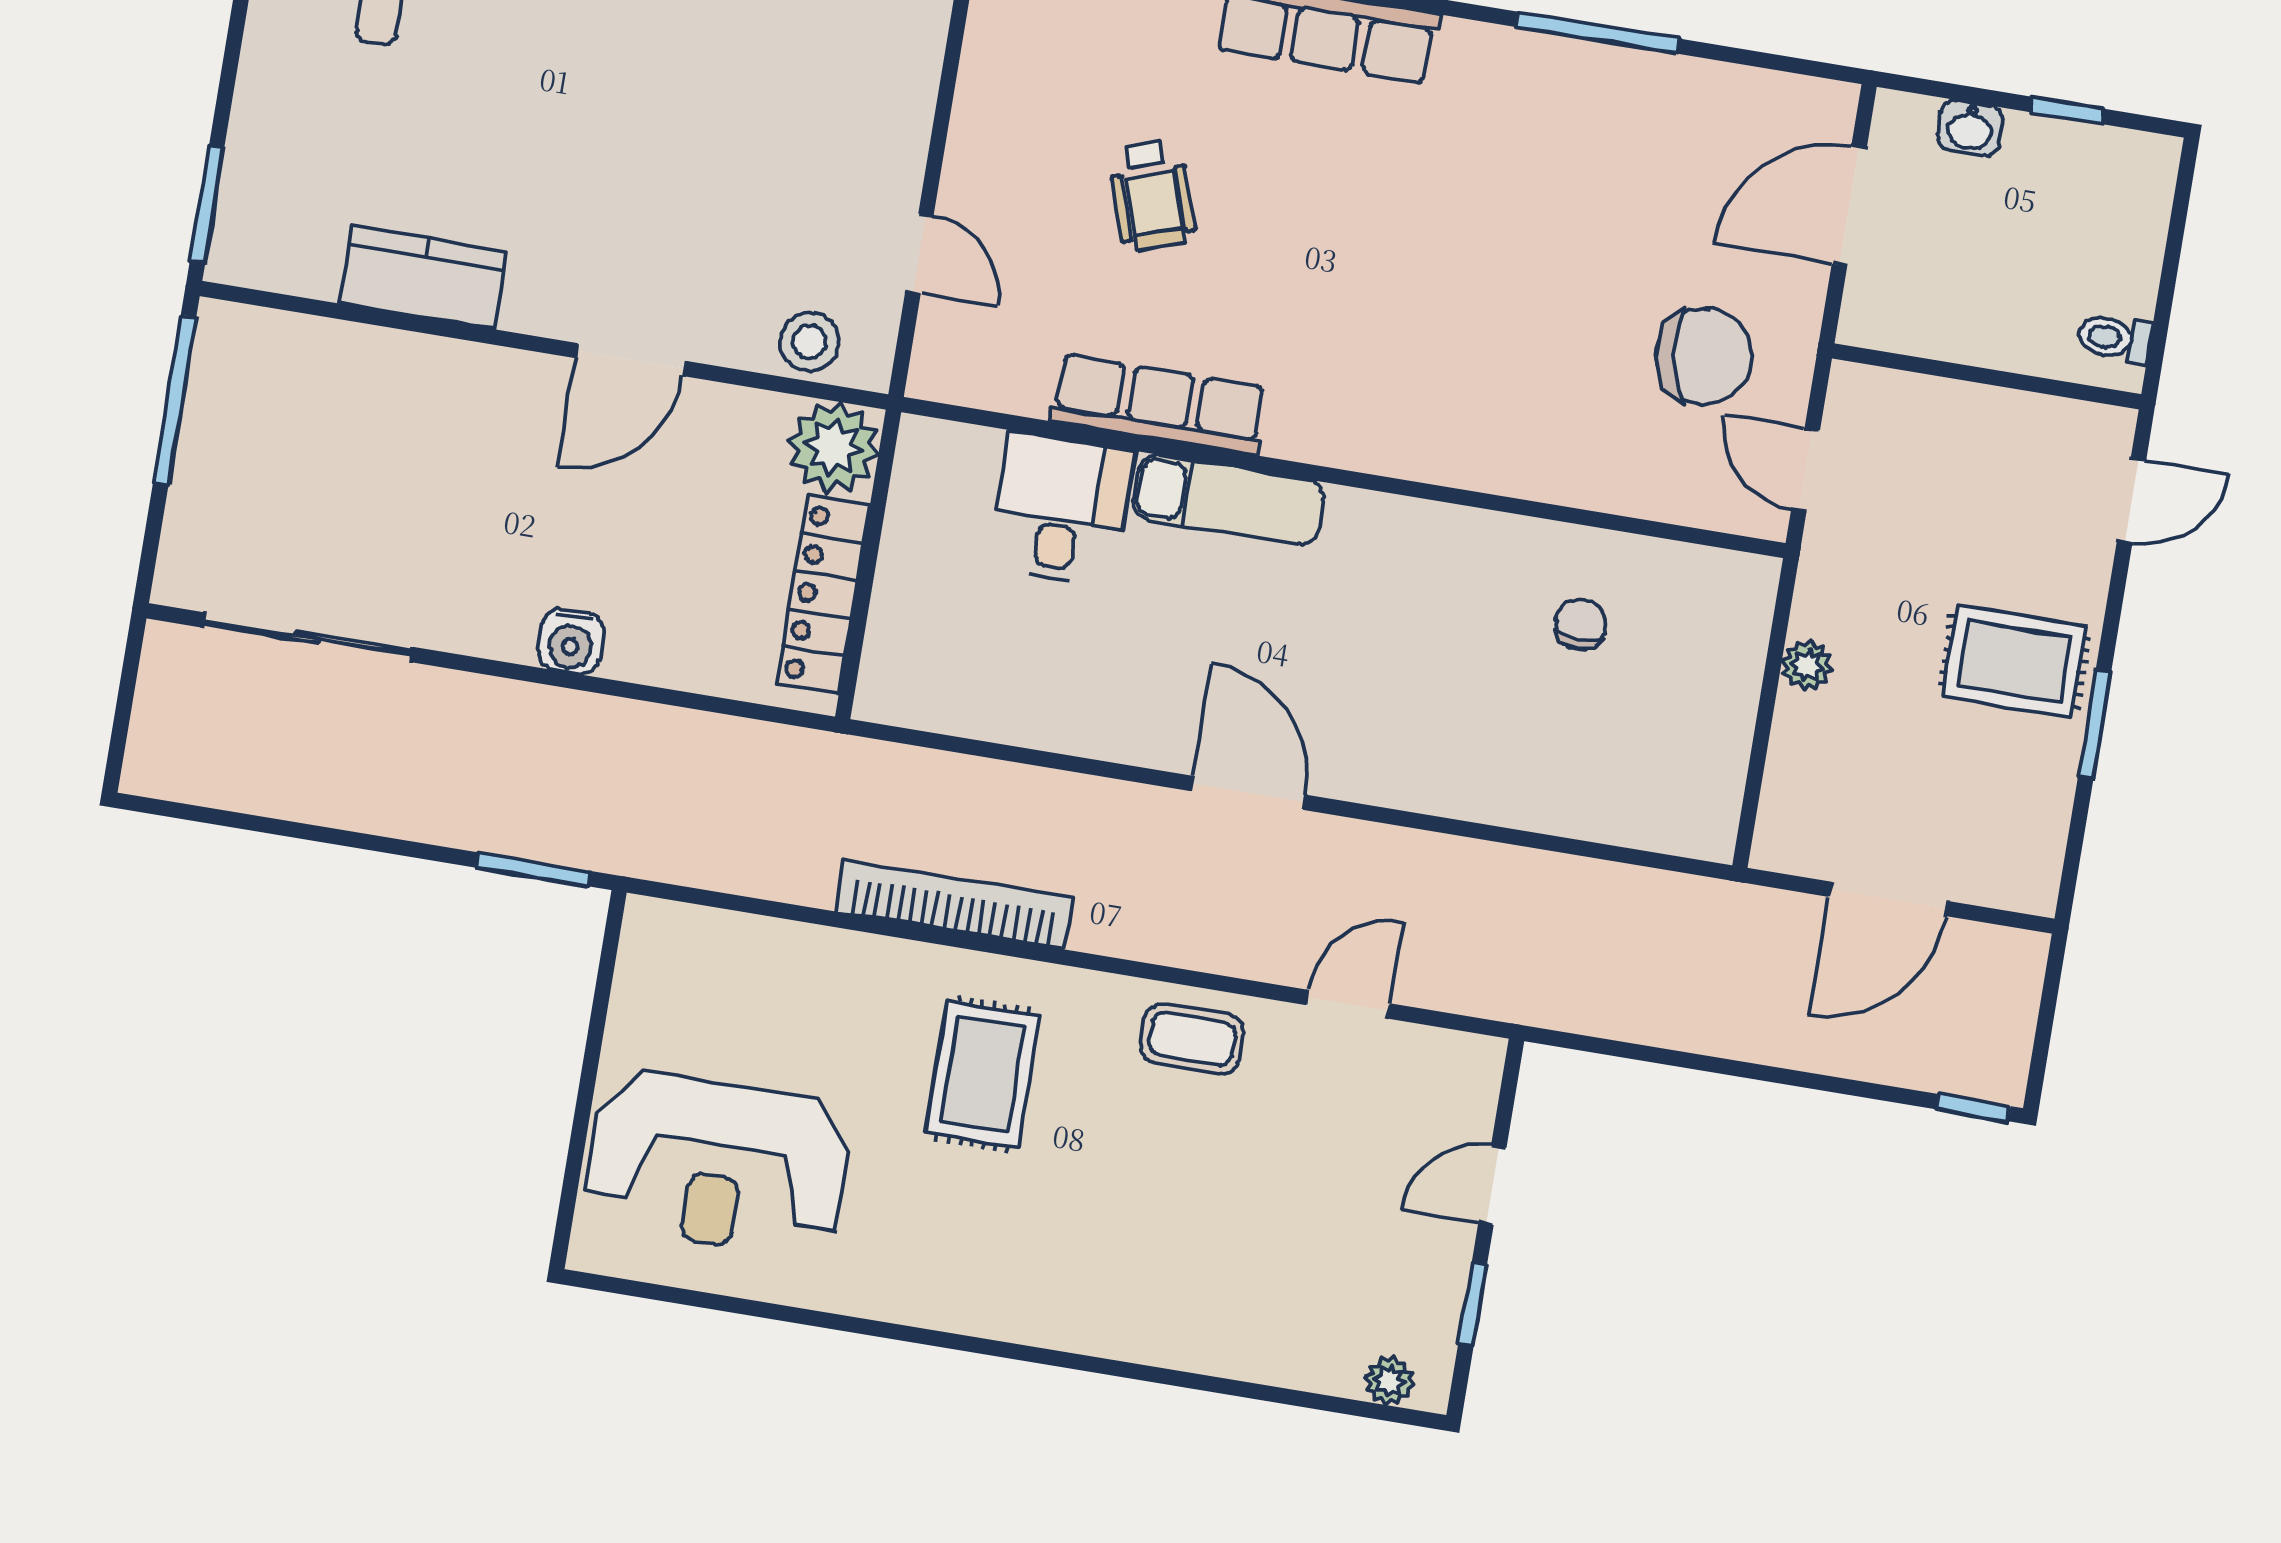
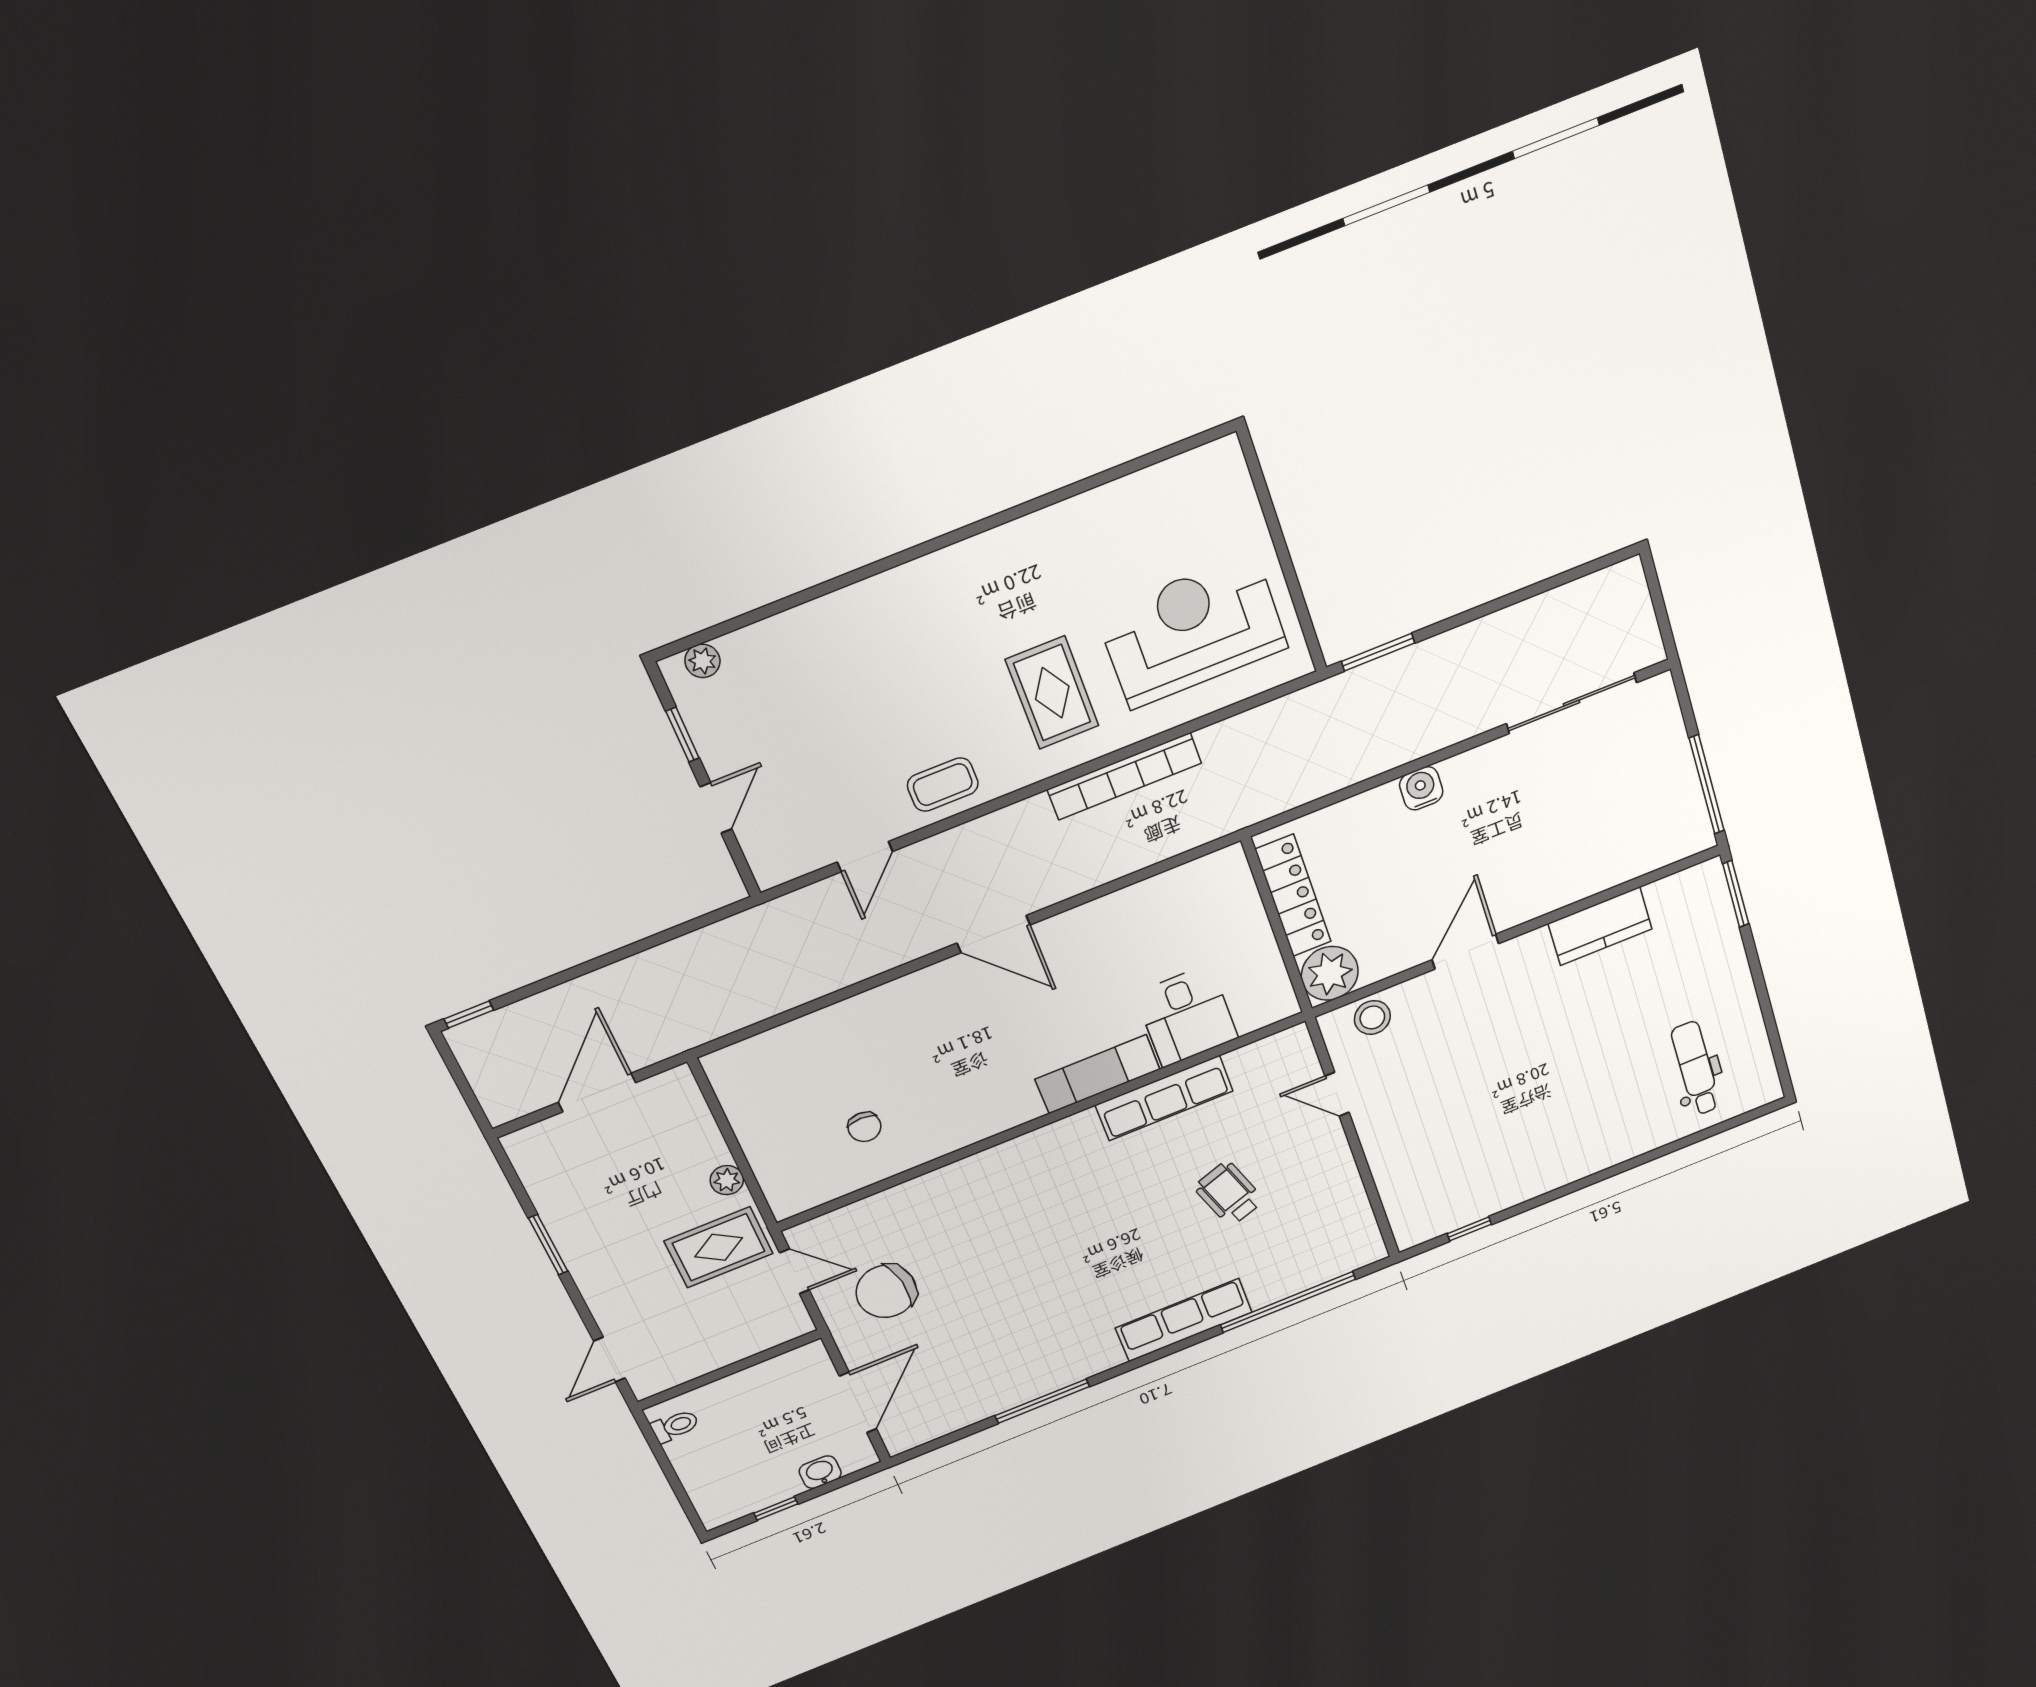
rug: (2014, 661) -> (719, 1247), moved
reception desk: (718, 1164) -> (1192, 631), moved

